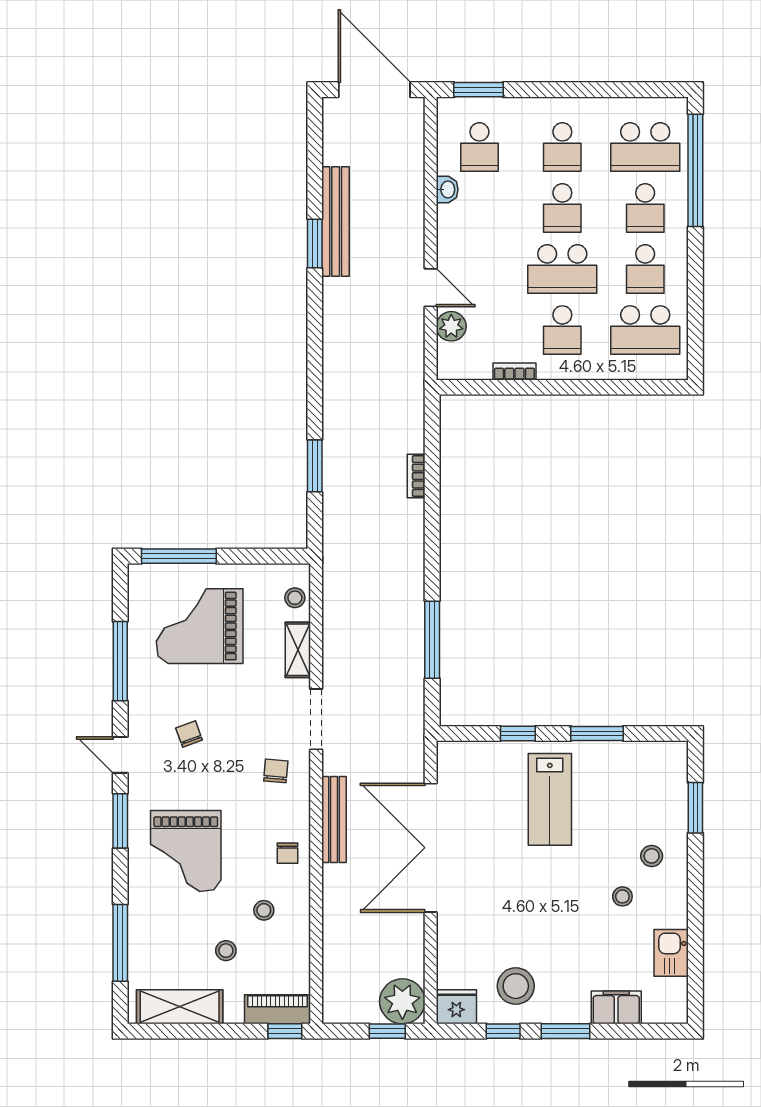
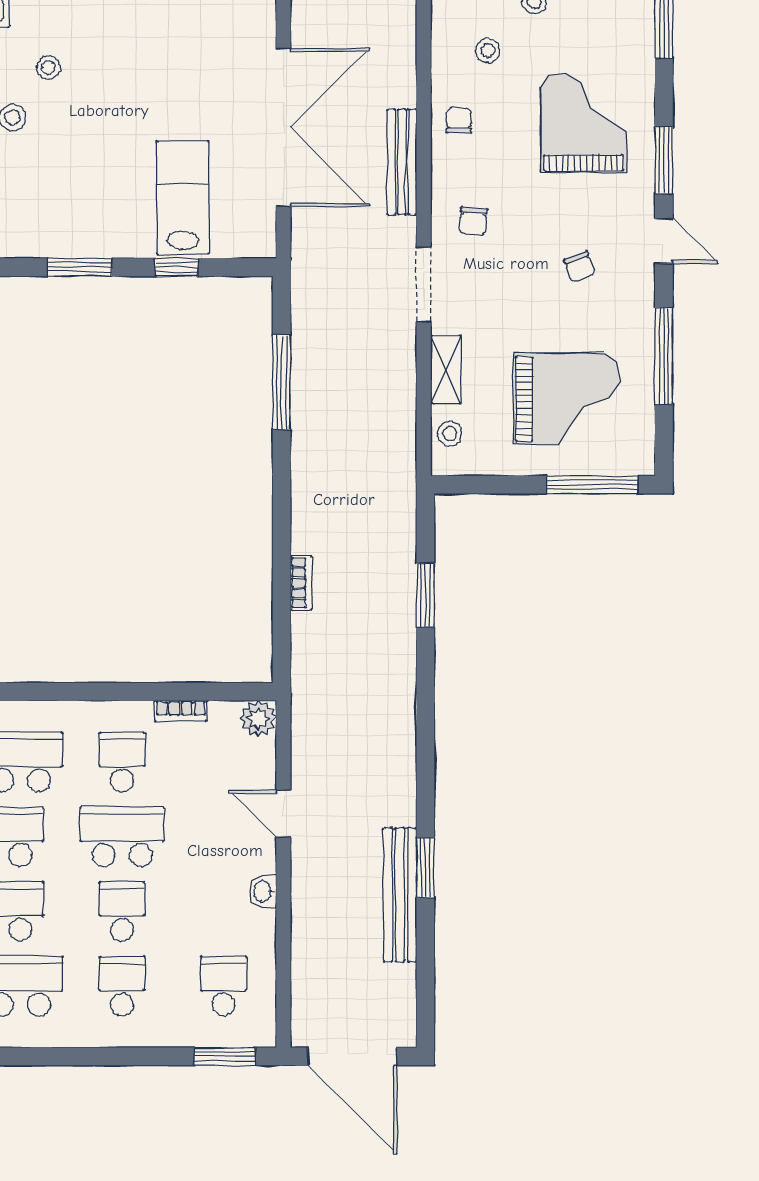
washbasin: (447, 190) -> (263, 891), moved
plant: (451, 326) -> (258, 719), moved
lab bench: (550, 799) -> (183, 197), moved

